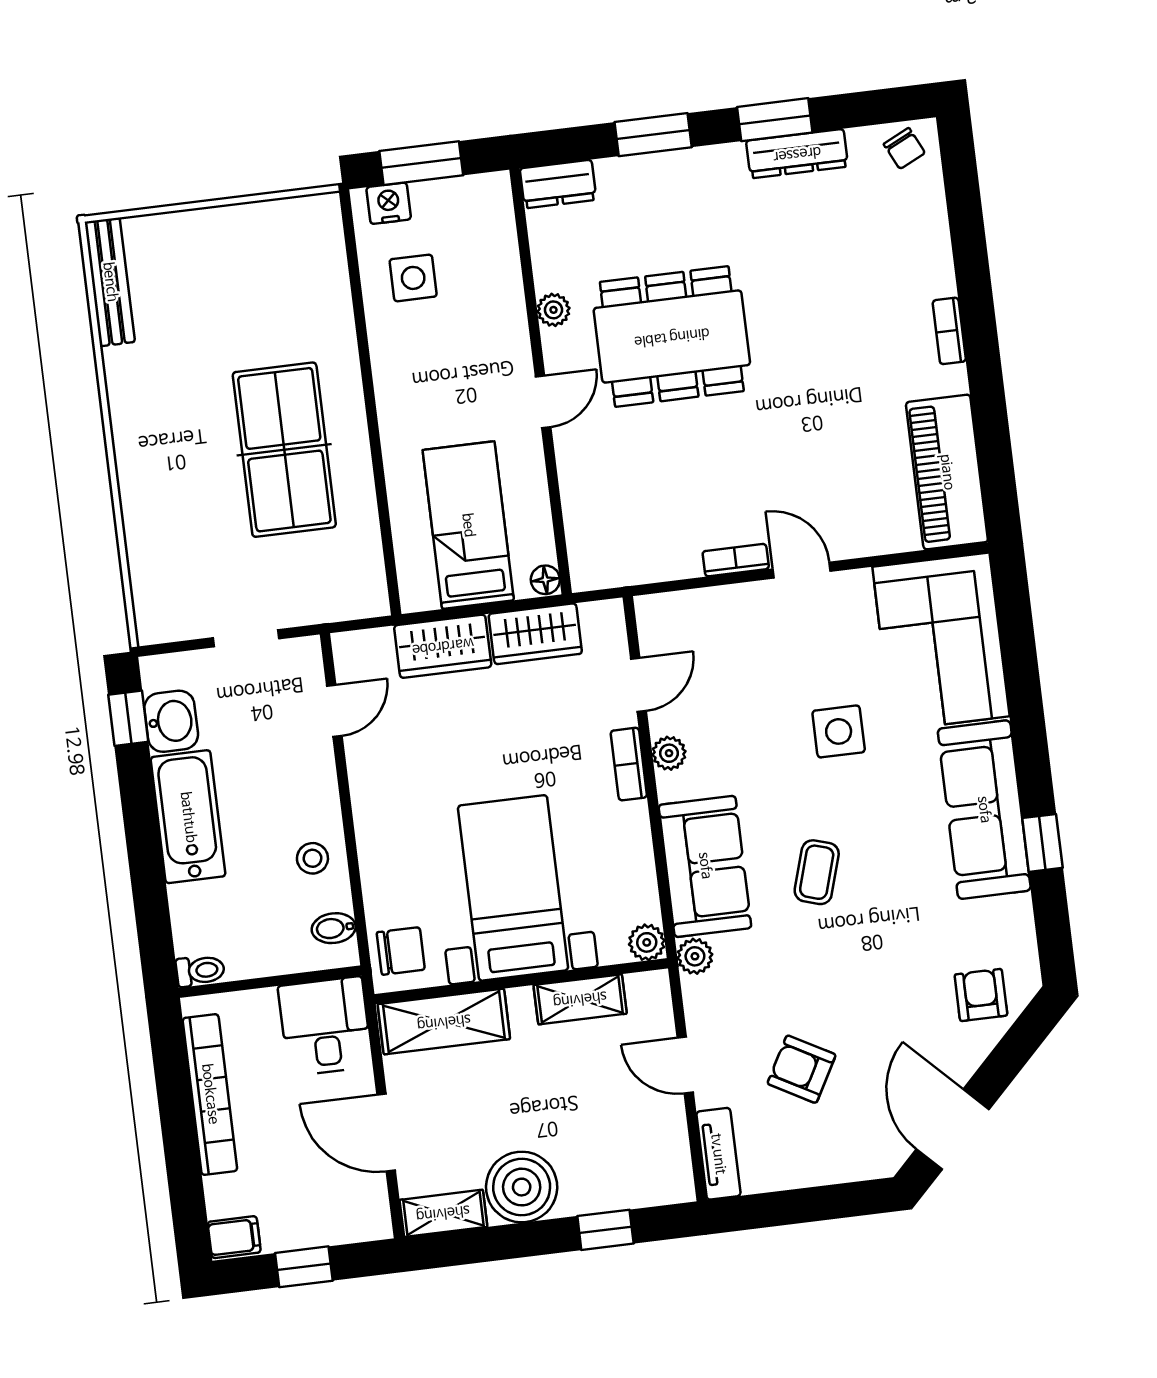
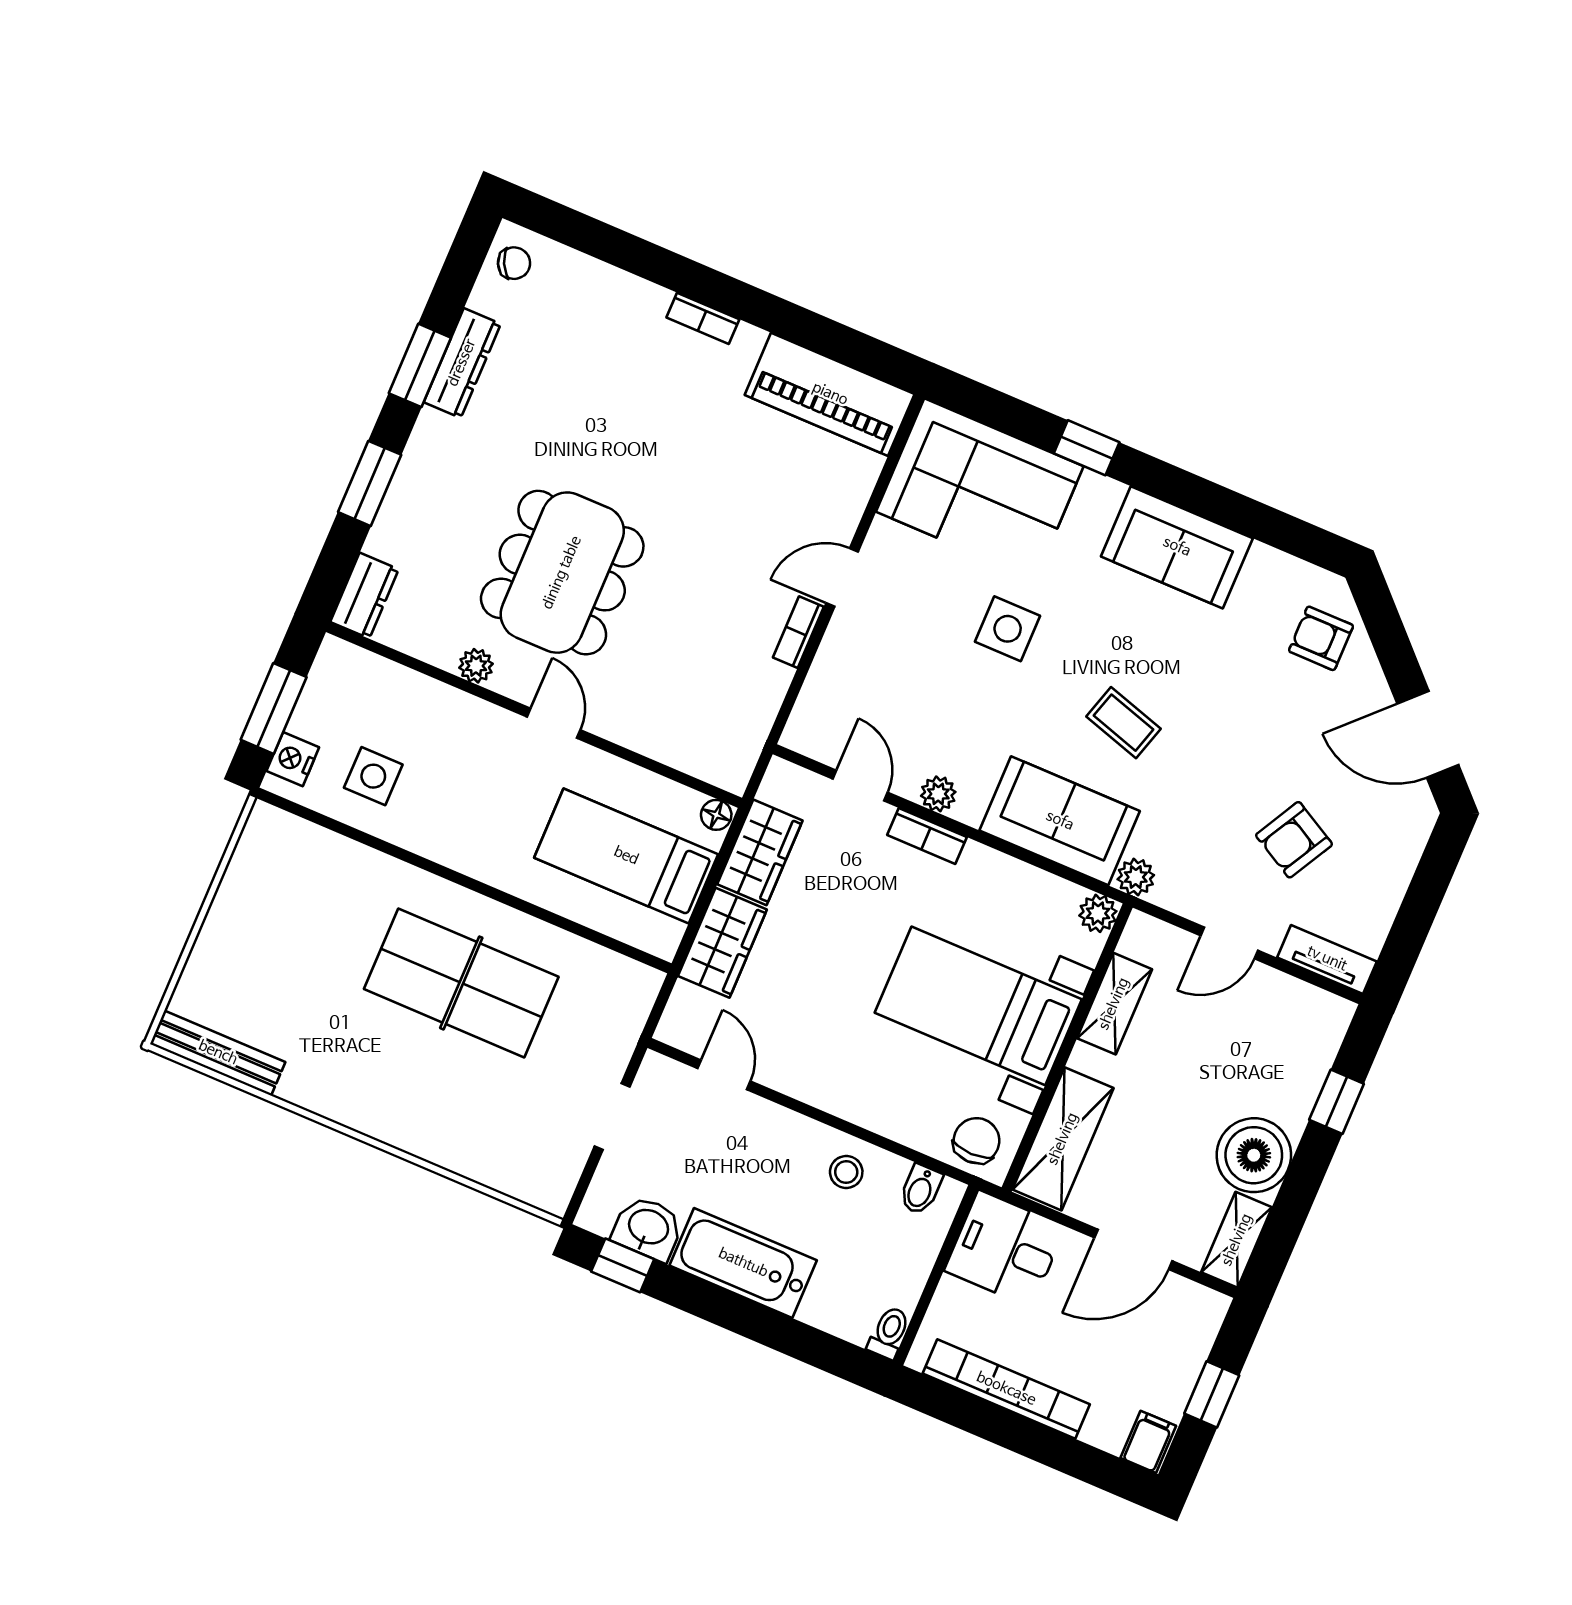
sofa: (984, 810) -> (1177, 547), width x0.73
window: (1042, 843) -> (1087, 448), moved

